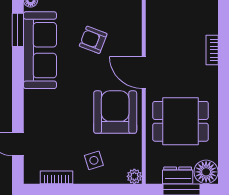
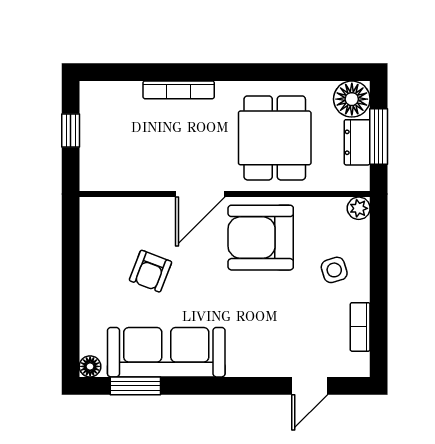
bookcase: (212, 50) -> (179, 90), width x1.56

